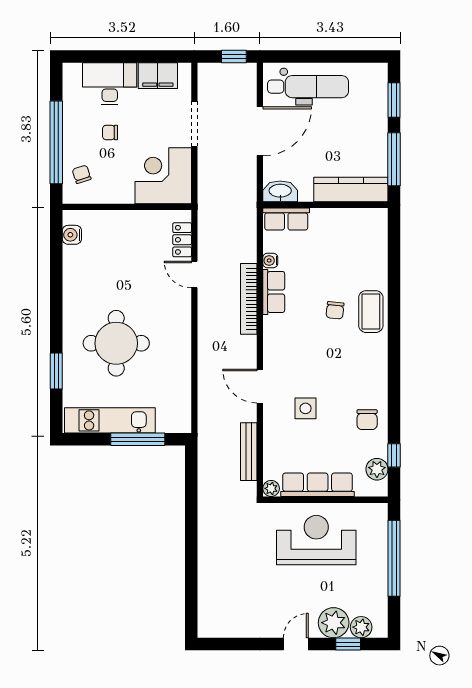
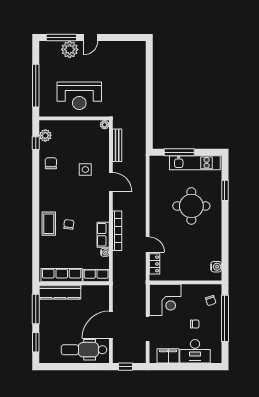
washbasin: (280, 191) -> (100, 291), removed
row of seats: (318, 485) -> (62, 275), moved, turned 180
plant: (361, 627) -> (54, 47), removed
window: (348, 644) -> (61, 38), width x2.17

